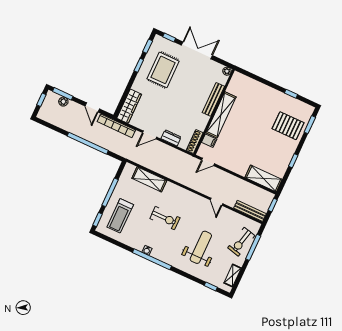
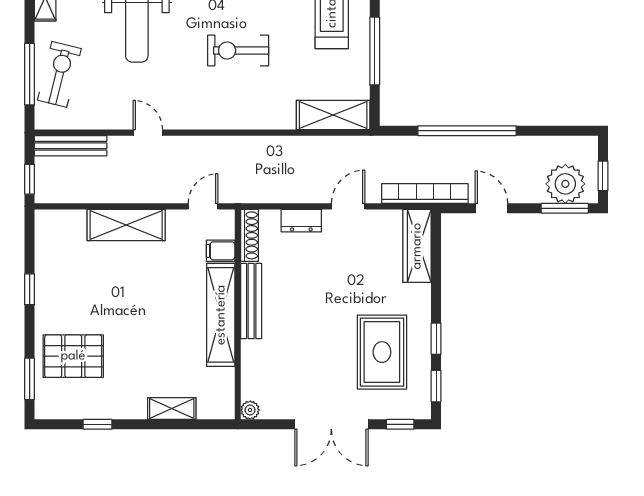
shelving: (258, 86) -> (172, 409), added
bench: (213, 99) -> (251, 301), moved
plant: (63, 102) -> (565, 184), width x1.87, depth x1.87
shelving: (264, 178) -> (126, 225), moved
shelving: (149, 179) -> (333, 115), moved

